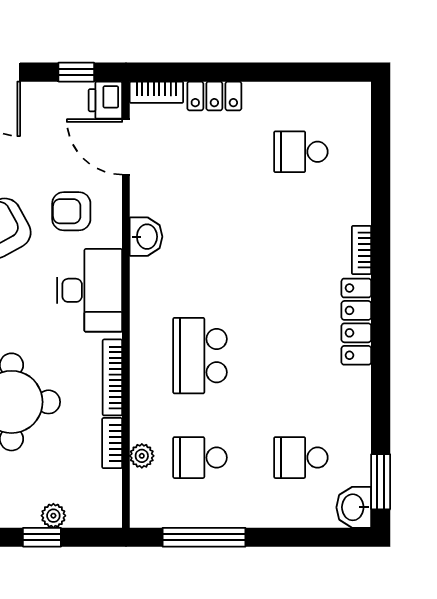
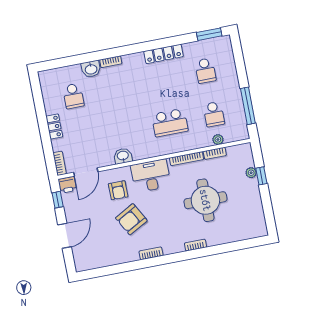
locker: (214, 96) -> (54, 127), moved
locker: (356, 322) -> (164, 54), moved
washbasin: (354, 507) -> (91, 69), moved

